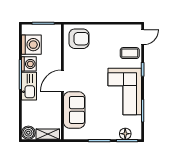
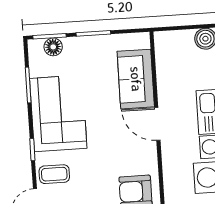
door: (62, 81) -> (157, 124), swing flipped
shelving: (48, 134) -> (175, 38), removed

